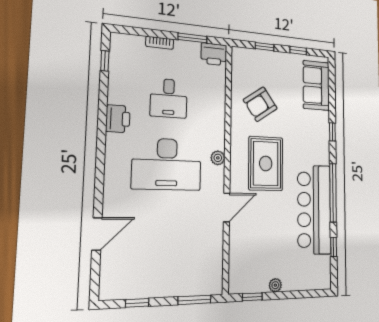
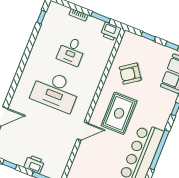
printer: (118, 119) -> (34, 164), moved, turned -90
plant: (218, 158) -> (89, 98), removed

